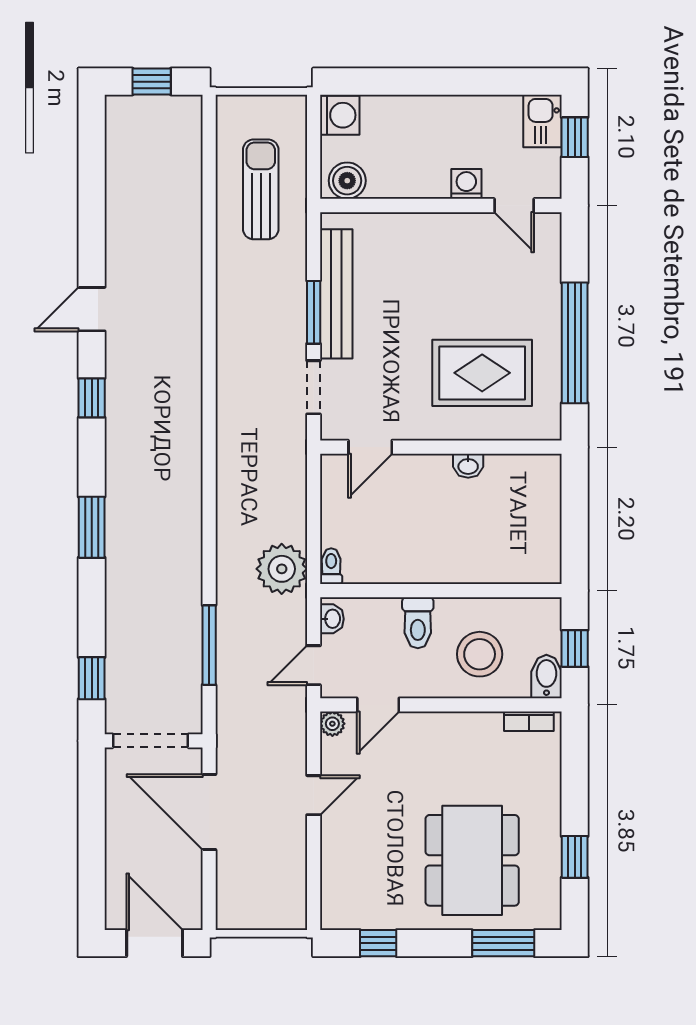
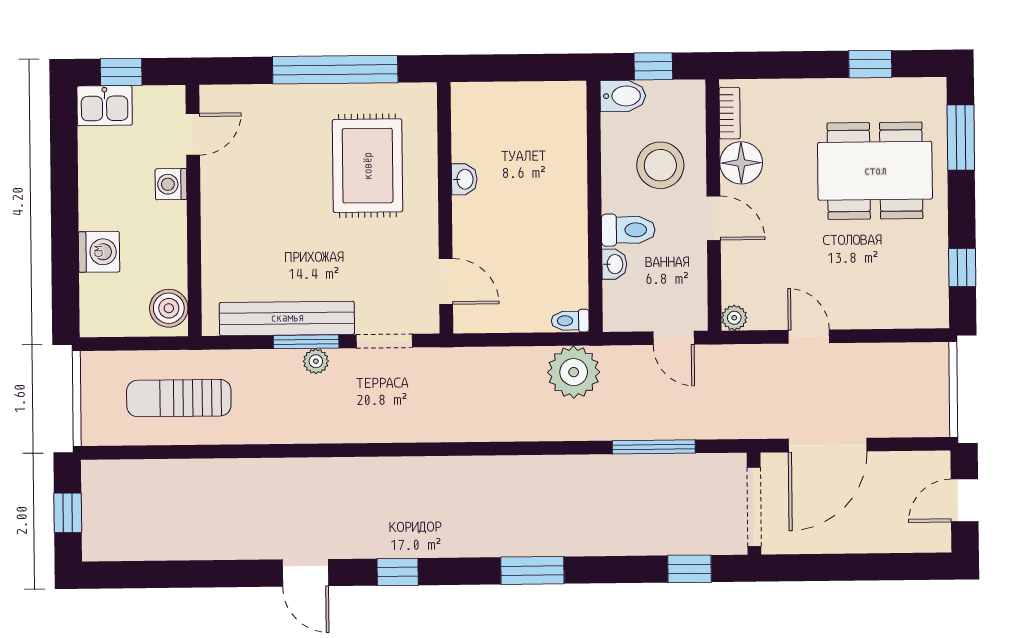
washing machine: (340, 115) -> (99, 252), moved, turned 90
plant: (295, 321) -> (316, 361), added
washbasin: (332, 619) -> (614, 264), moved, turned 90
bidet: (546, 677) -> (623, 96), moved, turned 180
door: (378, 705) -> (714, 218), moved
floor lamp: (481, 732) -> (741, 163), added
door: (155, 943) -> (965, 500), width x0.73

